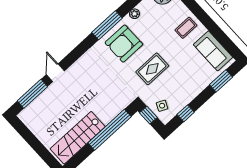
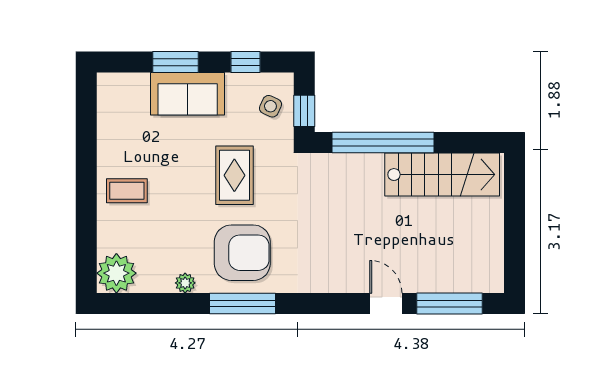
sofa: (213, 51) -> (188, 94), moved, turned 90
rug: (152, 69) -> (234, 175), turned 90
door: (55, 73) -> (386, 303), swing flipped
window: (221, 81) -> (176, 62), moved

